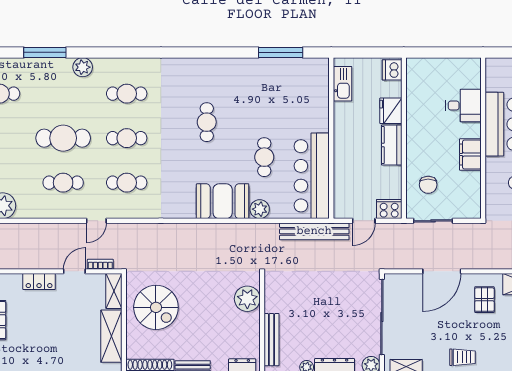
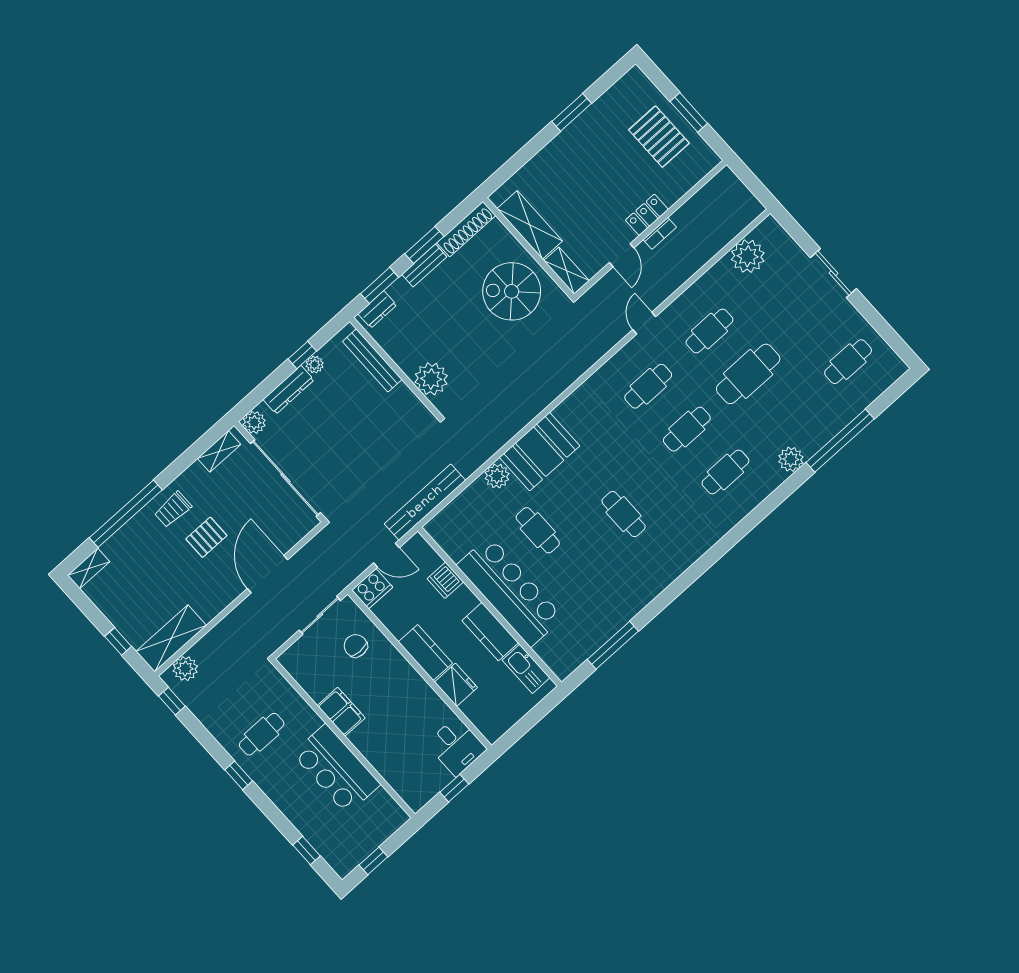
window: (45, 52) -> (840, 441), width x1.46
window: (445, 52) -> (454, 788), added
dishwasher: (392, 70) -> (445, 580), moved, turned 180
desk: (463, 106) -> (456, 746), moved, turned -90
kitchen counter: (344, 124) -> (490, 632), added
bar counter: (312, 176) -> (510, 591), moved
door: (364, 221) -> (386, 555), swing flipped
bookcase: (100, 264) -> (660, 233), moved
pallet: (484, 300) -> (206, 537), moved, turned 90

